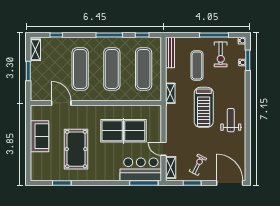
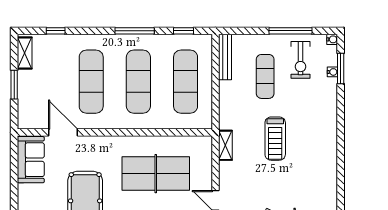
shelving: (170, 93) -> (225, 145), moved
treadmill: (204, 107) -> (275, 139), width x0.73, depth x0.73
weight bench: (231, 120) -> (315, 158), removed
sofa: (40, 136) -> (31, 160), moved

